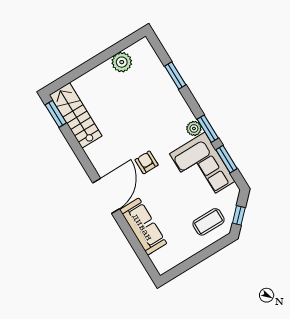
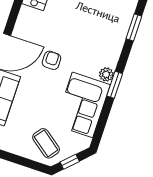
window: (226, 159) -> (104, 118), removed
coffee table: (209, 222) -> (46, 143), turned 37

